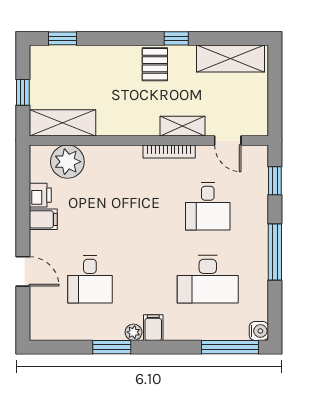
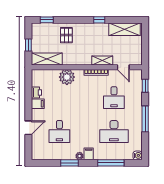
pallet: (155, 64) -> (66, 35), moved
plant: (67, 162) -> (67, 77), moved
door: (23, 271) -> (28, 128), hinge flipped
window: (230, 347) -> (111, 163), moved

